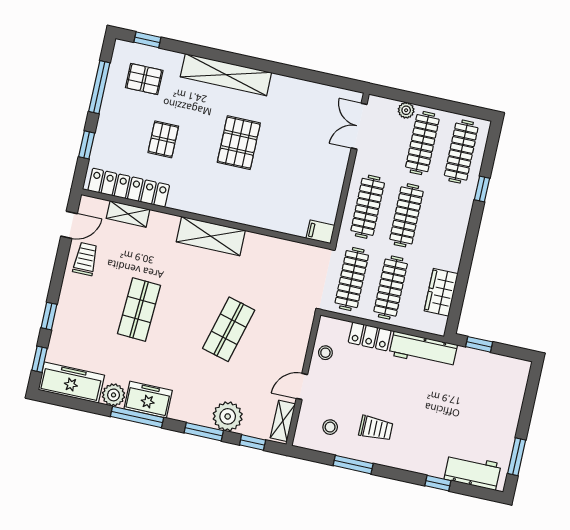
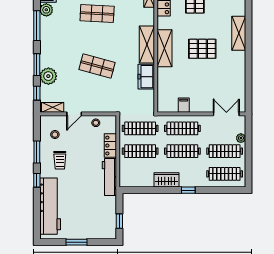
shelving: (226, 75) -> (239, 33), width x0.68
window: (482, 189) -> (188, 190), moved
shelving: (224, 207) -> (165, 48), added
filing cabinet: (320, 232) -> (184, 105), moved
wardrobe: (441, 292) -> (167, 180), moved
window: (479, 344) -> (119, 221), moved
door: (302, 386) -> (74, 114), swing flipped
freezer: (148, 400) -> (146, 77), moved, turned 180
window: (517, 457) -> (76, 242), moved
workbench: (472, 472) -> (50, 206), width x1.88, depth x1.32
window: (438, 483) -> (37, 180), moved

